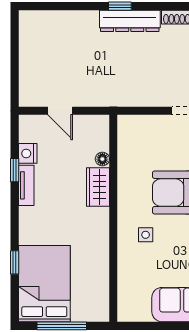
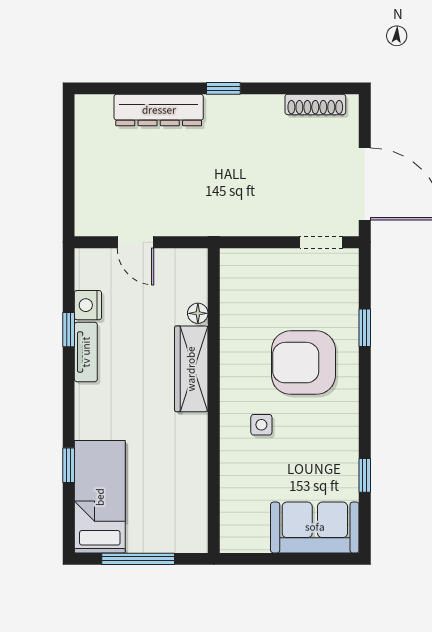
dresser: (130, 21) -> (159, 110), moved
wardrobe: (98, 187) -> (191, 369), width x1.50
bed: (44, 284) -> (100, 497), width x0.67

